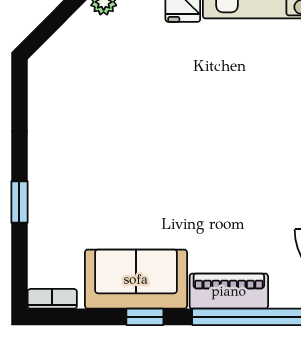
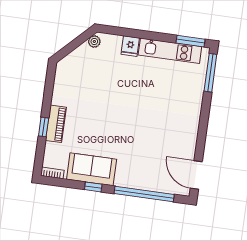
piano: (229, 291) -> (56, 124), moved, turned 90

